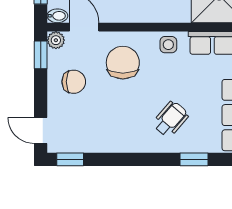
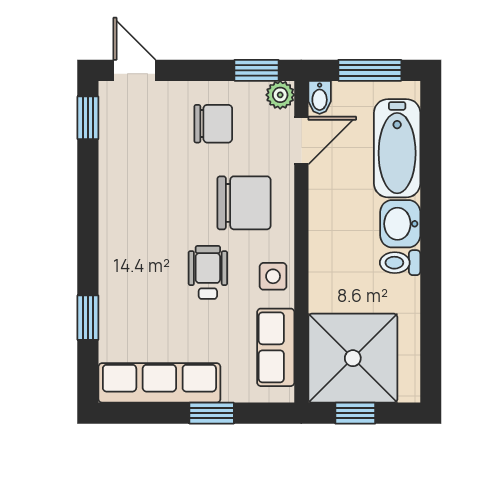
chair: (74, 82) -> (213, 124), turned -90
wheelchair: (171, 119) -> (208, 272), moved, turned -131
door: (41, 131) -> (135, 70), hinge flipped

